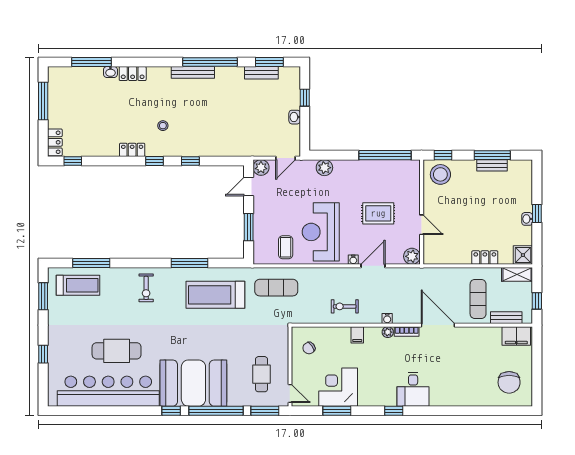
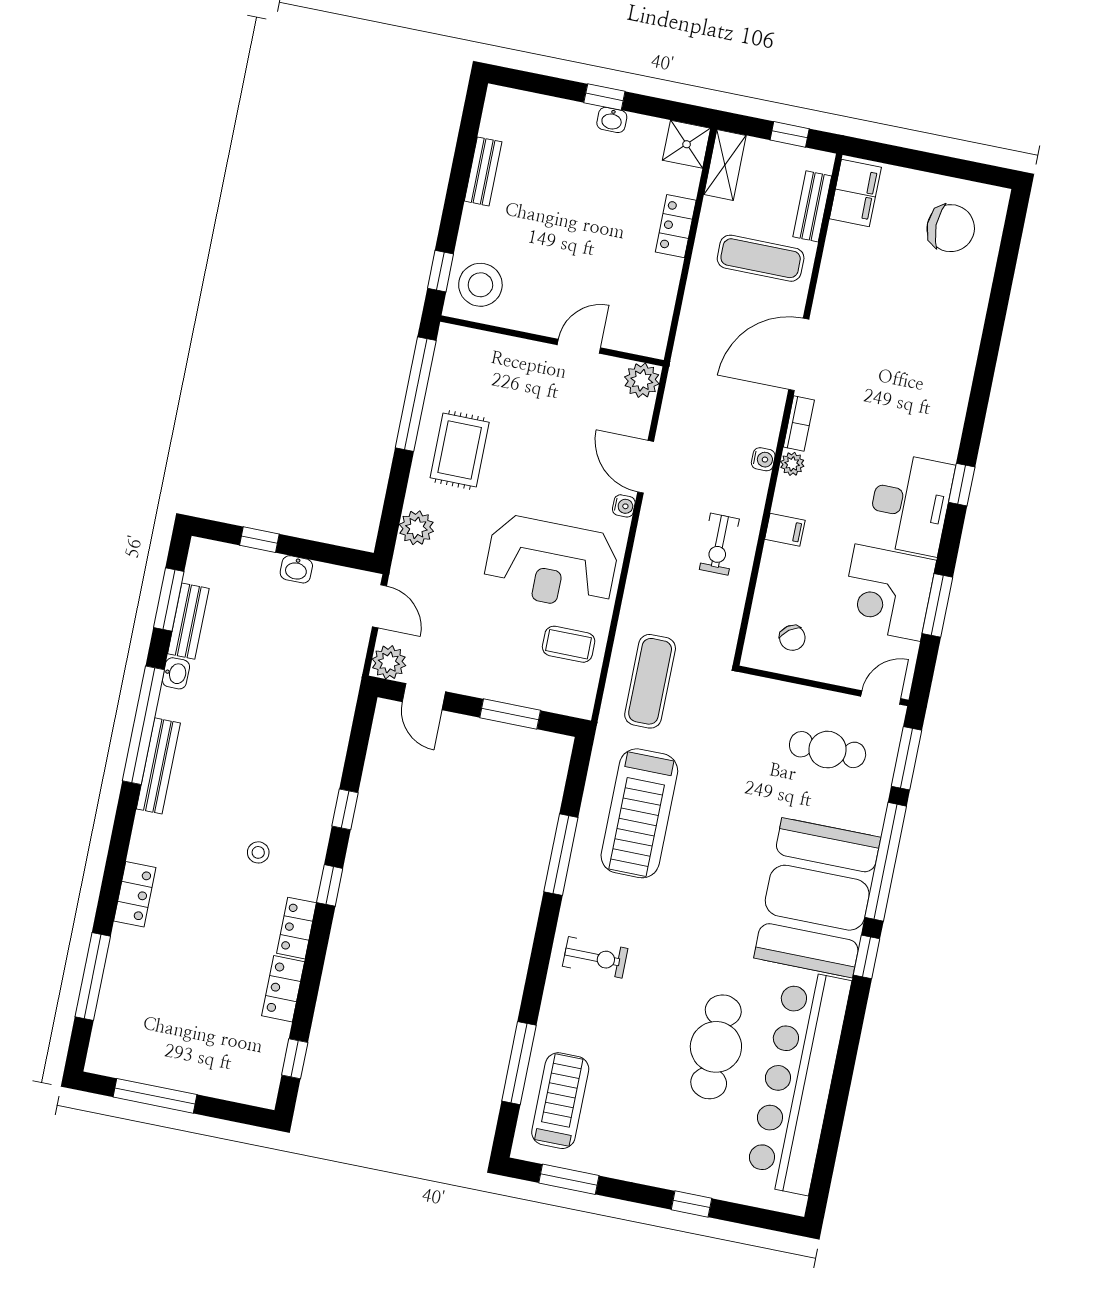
washbasin: (110, 72) -> (176, 673), moved
locker: (55, 142) -> (283, 989), moved, turned -90
window: (492, 155) -> (462, 167), removed
rug: (378, 213) -> (460, 450), moved
desk: (413, 389) -> (910, 504), moved, width x1.37

